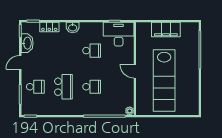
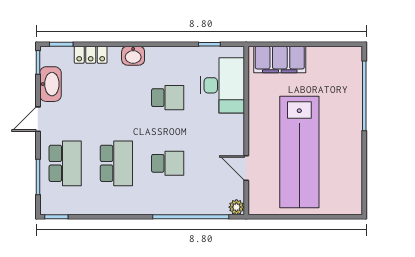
filing cabinet: (166, 30) -> (280, 59), moved
desk: (119, 34) -> (222, 85), moved, turned 90
door: (135, 71) -> (246, 168), moved
school desk: (35, 87) -> (65, 163), width x1.85

